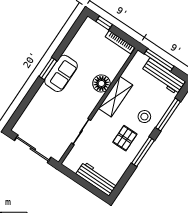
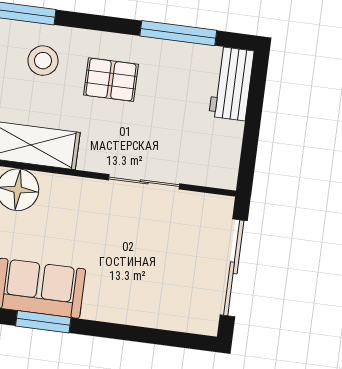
window: (143, 152) -> (178, 33), moved
workbench: (97, 179) -> (231, 84), width x0.73

